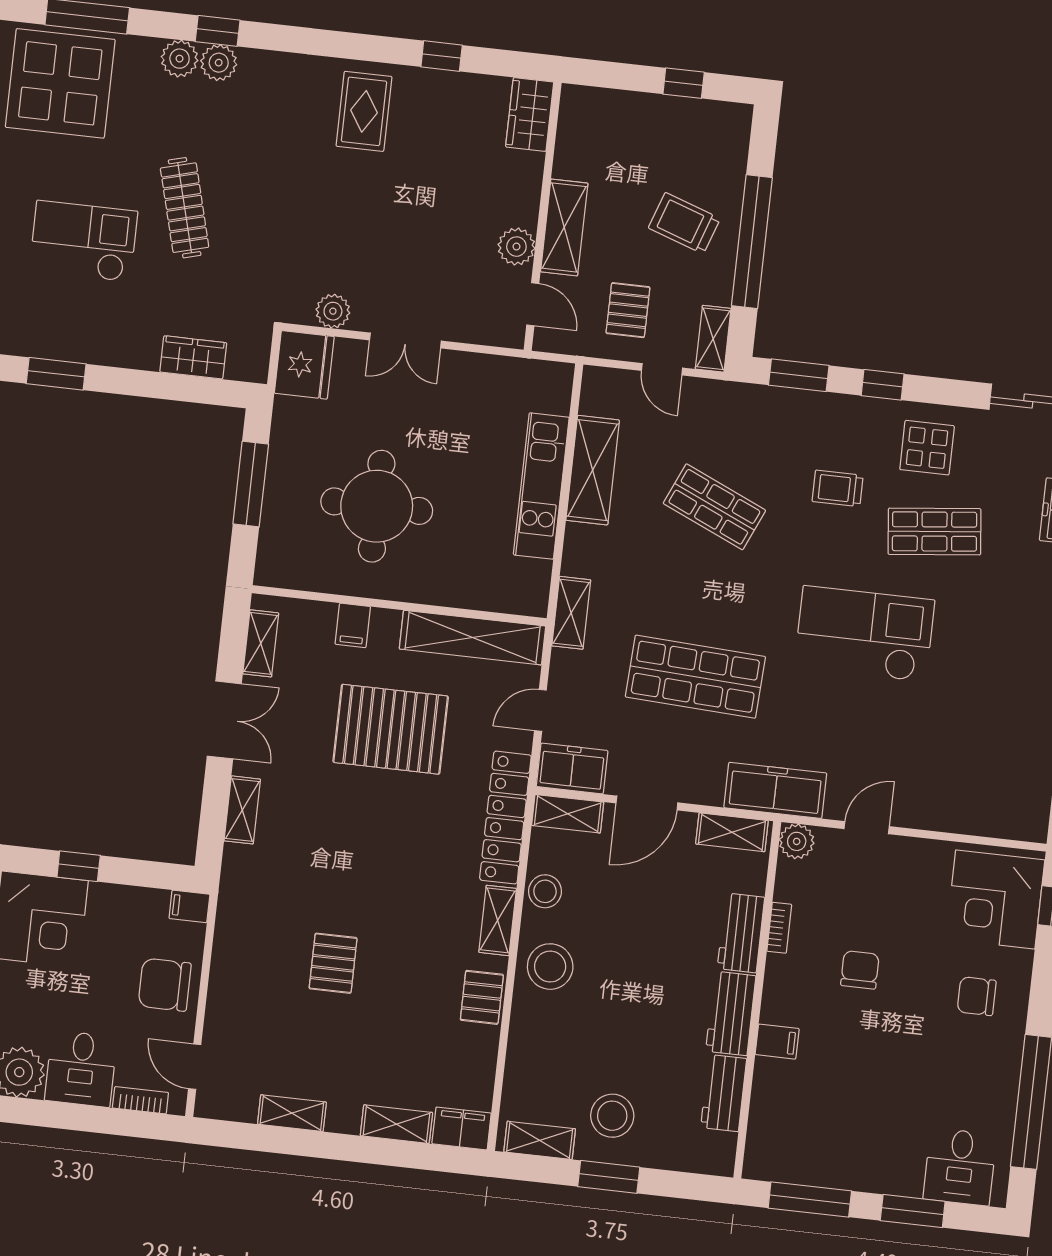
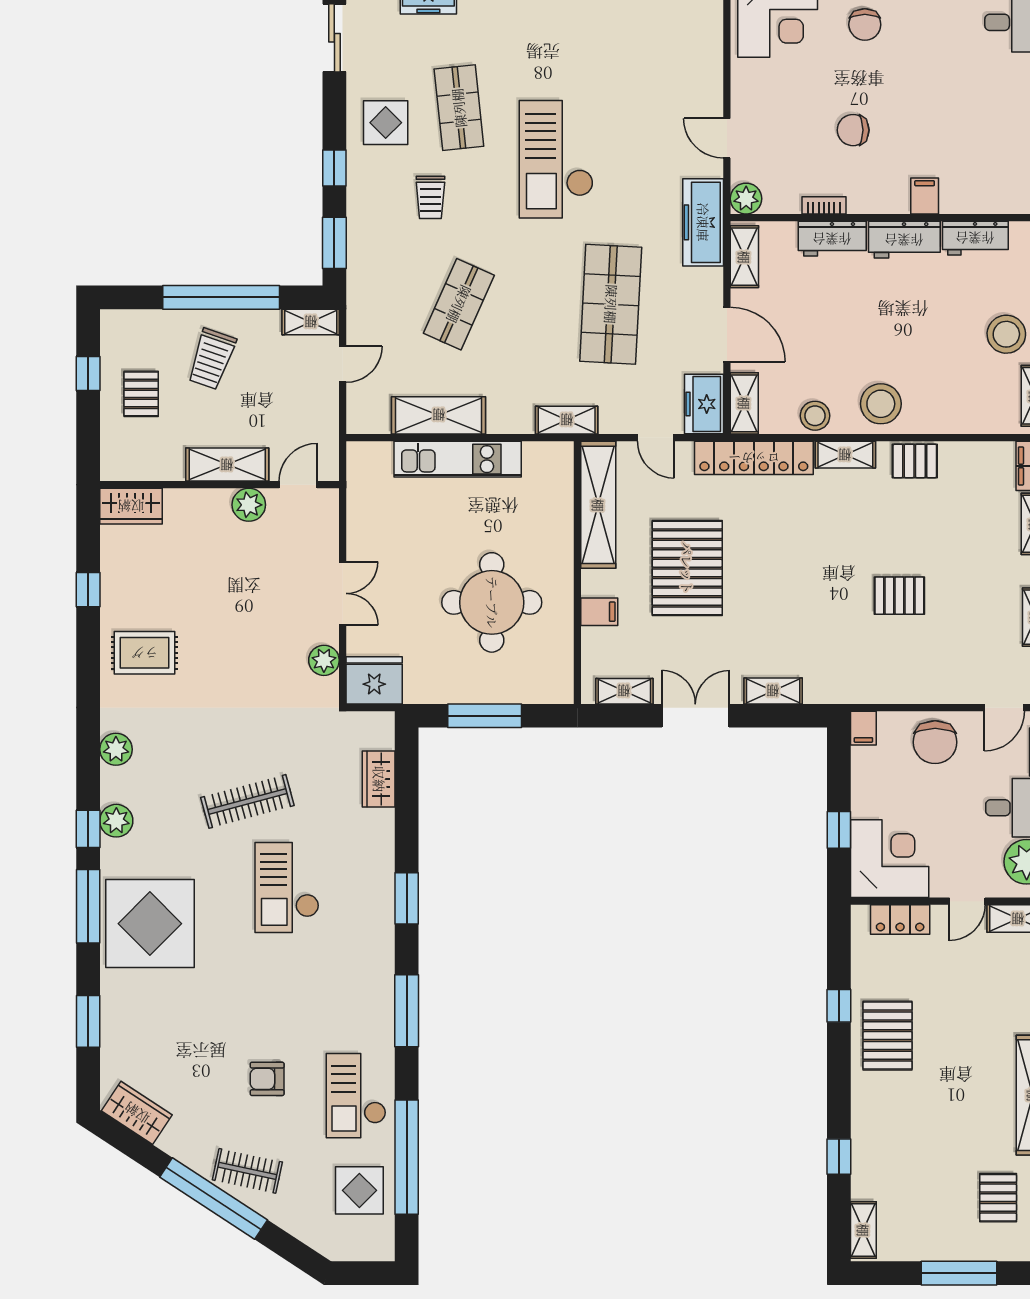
window: (218, 31) -> (88, 829), moved
plant: (219, 63) -> (116, 749), moved
pallet: (628, 310) -> (141, 394), moved, turned 90

